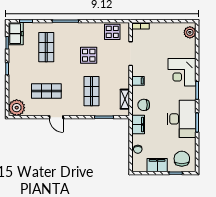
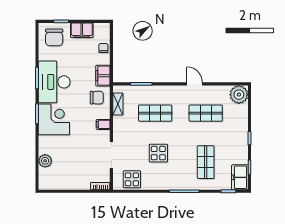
plant: (190, 32) -> (45, 161), moved
corner desk: (182, 72) -> (54, 119), moved
shop shelf: (91, 91) -> (155, 113), turned 90

